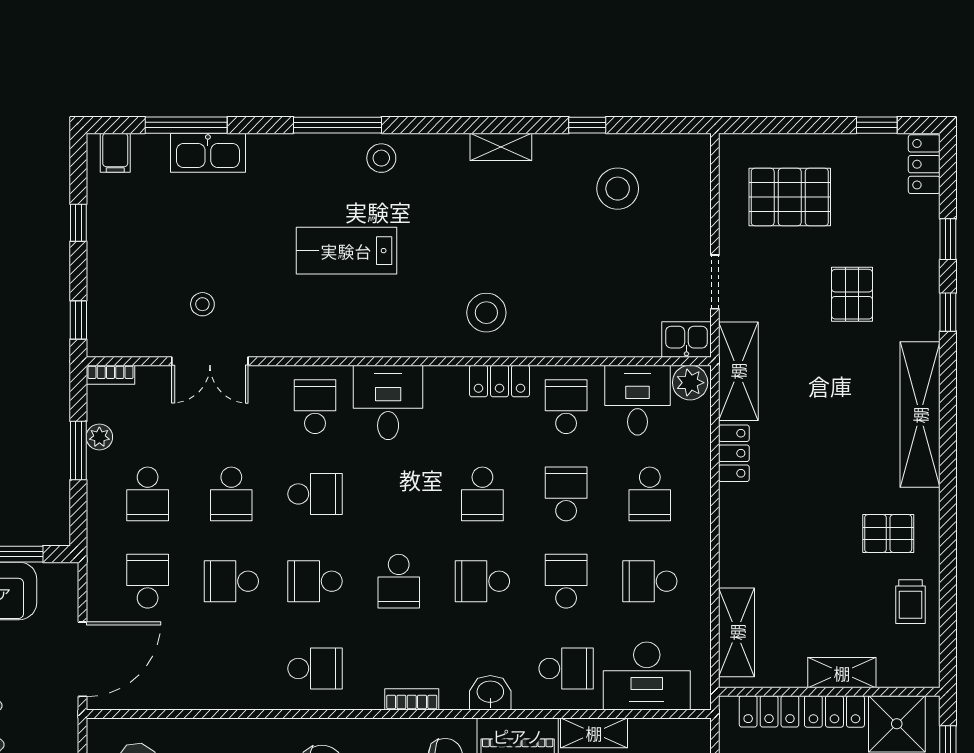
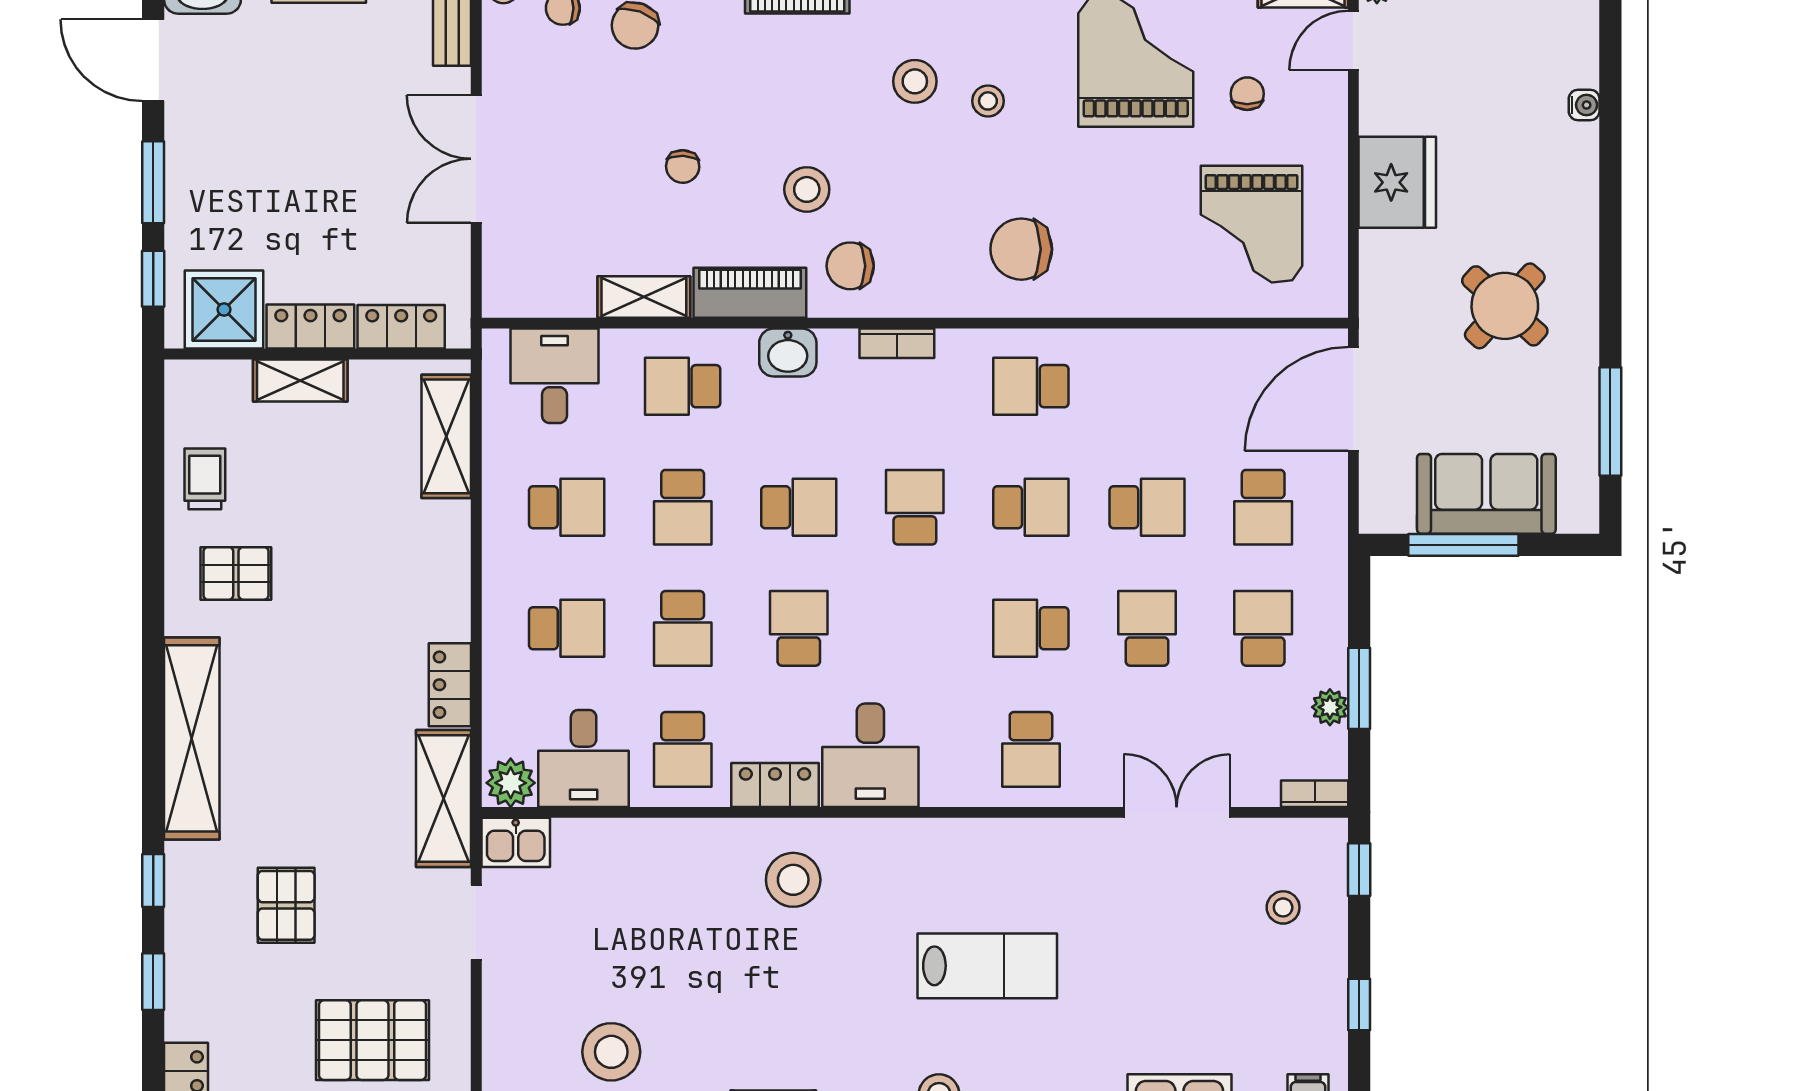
stool: (202, 304) -> (1283, 907), moved
desk: (388, 402) -> (870, 755), moved
school desk: (650, 494) -> (567, 628), turned 90
desk: (647, 676) -> (554, 376), width x0.73

